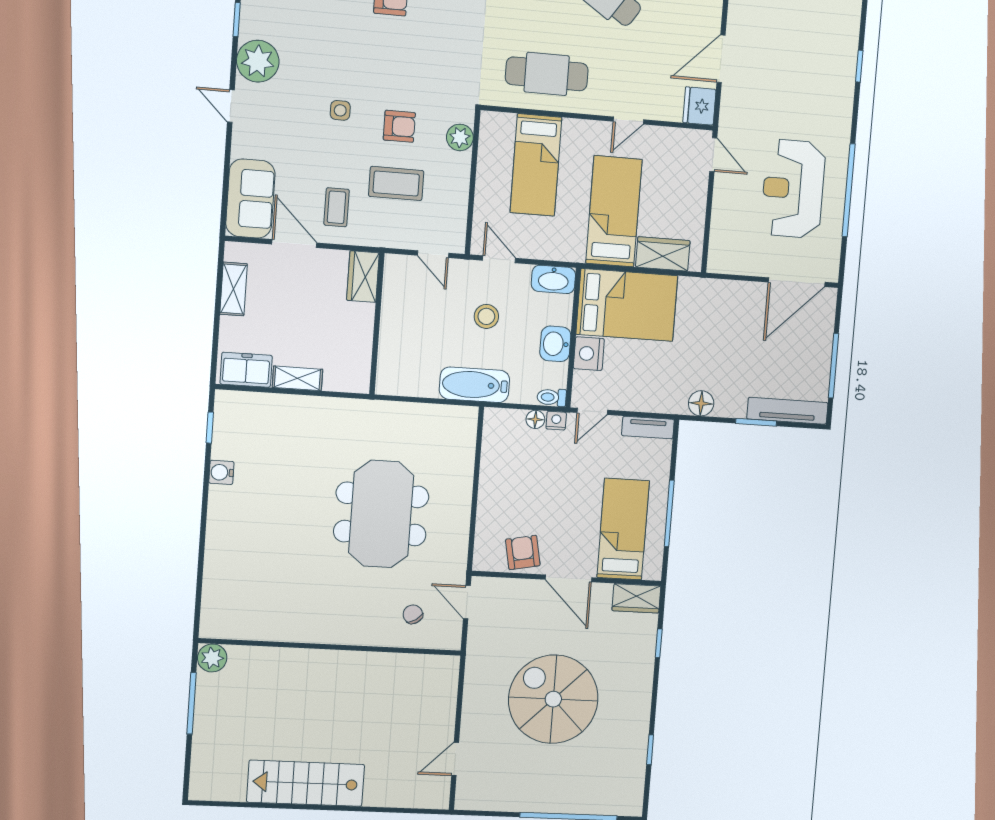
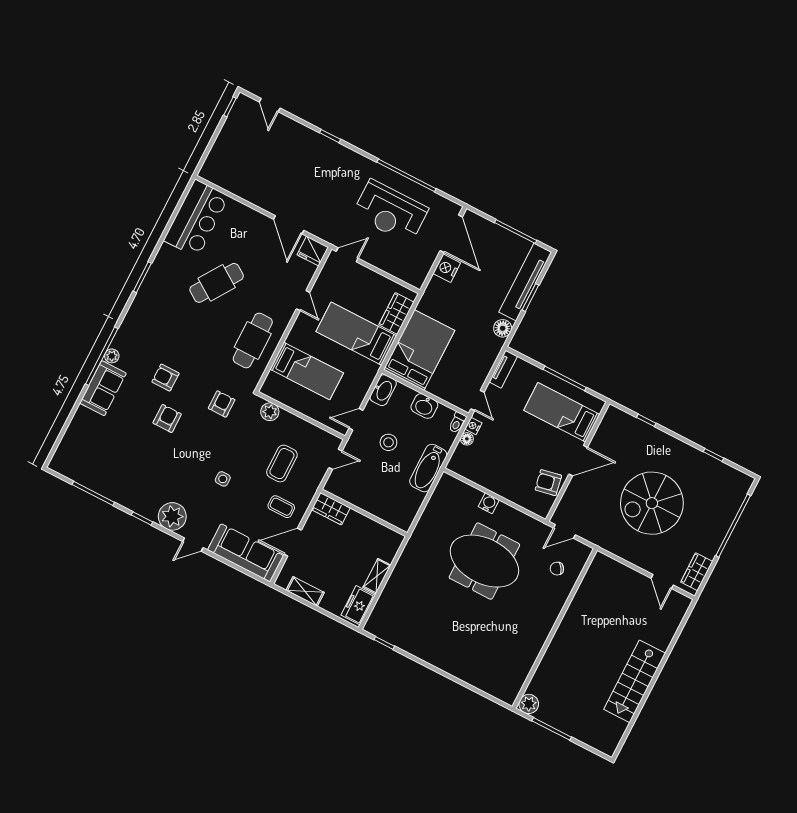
armchair: (399, 126) -> (222, 404), moved
sofa: (250, 198) -> (246, 553), width x1.36
nightstand: (589, 354) -> (447, 268), moved, turned 90
tv unit: (787, 411) -> (525, 282), width x1.36, depth x1.29
water cooler: (221, 472) -> (489, 503), moved, turned 180
wardrobe: (636, 598) -> (697, 572), moved, turned 180

